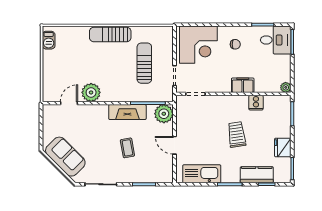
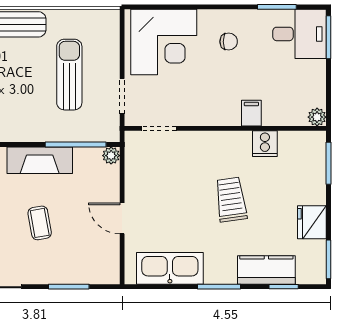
filing cabinet: (243, 85) -> (251, 113), width x0.50
plant: (164, 114) -> (111, 156), width x0.53, depth x0.53

